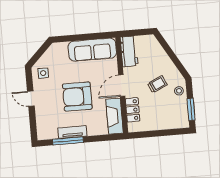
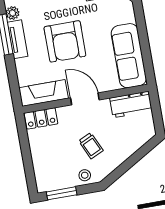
armchair: (77, 97) -> (65, 41), turned 180
locker: (133, 110) -> (41, 118), moved
plant: (52, 134) -> (13, 13), added

